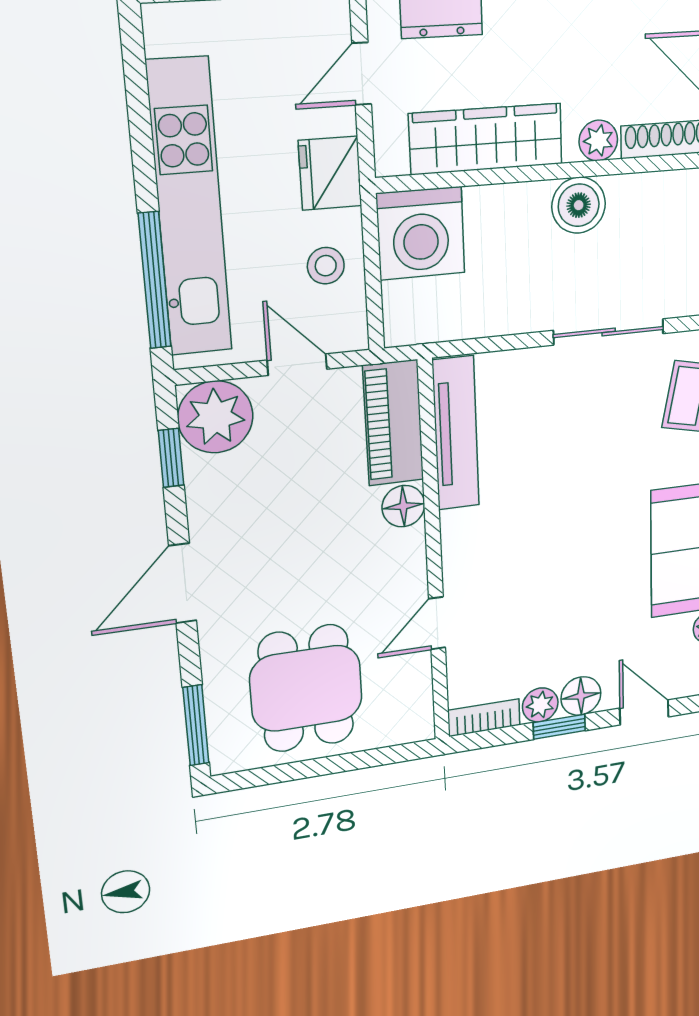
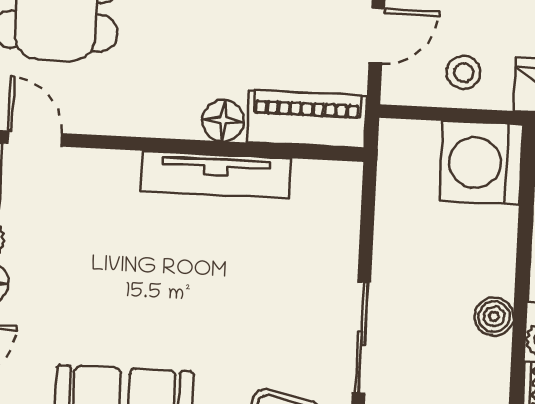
boiler: (579, 205) -> (494, 316), width x0.73, depth x0.73
tv unit: (456, 433) -> (216, 175), moved
door: (437, 623) -> (35, 139), moved

